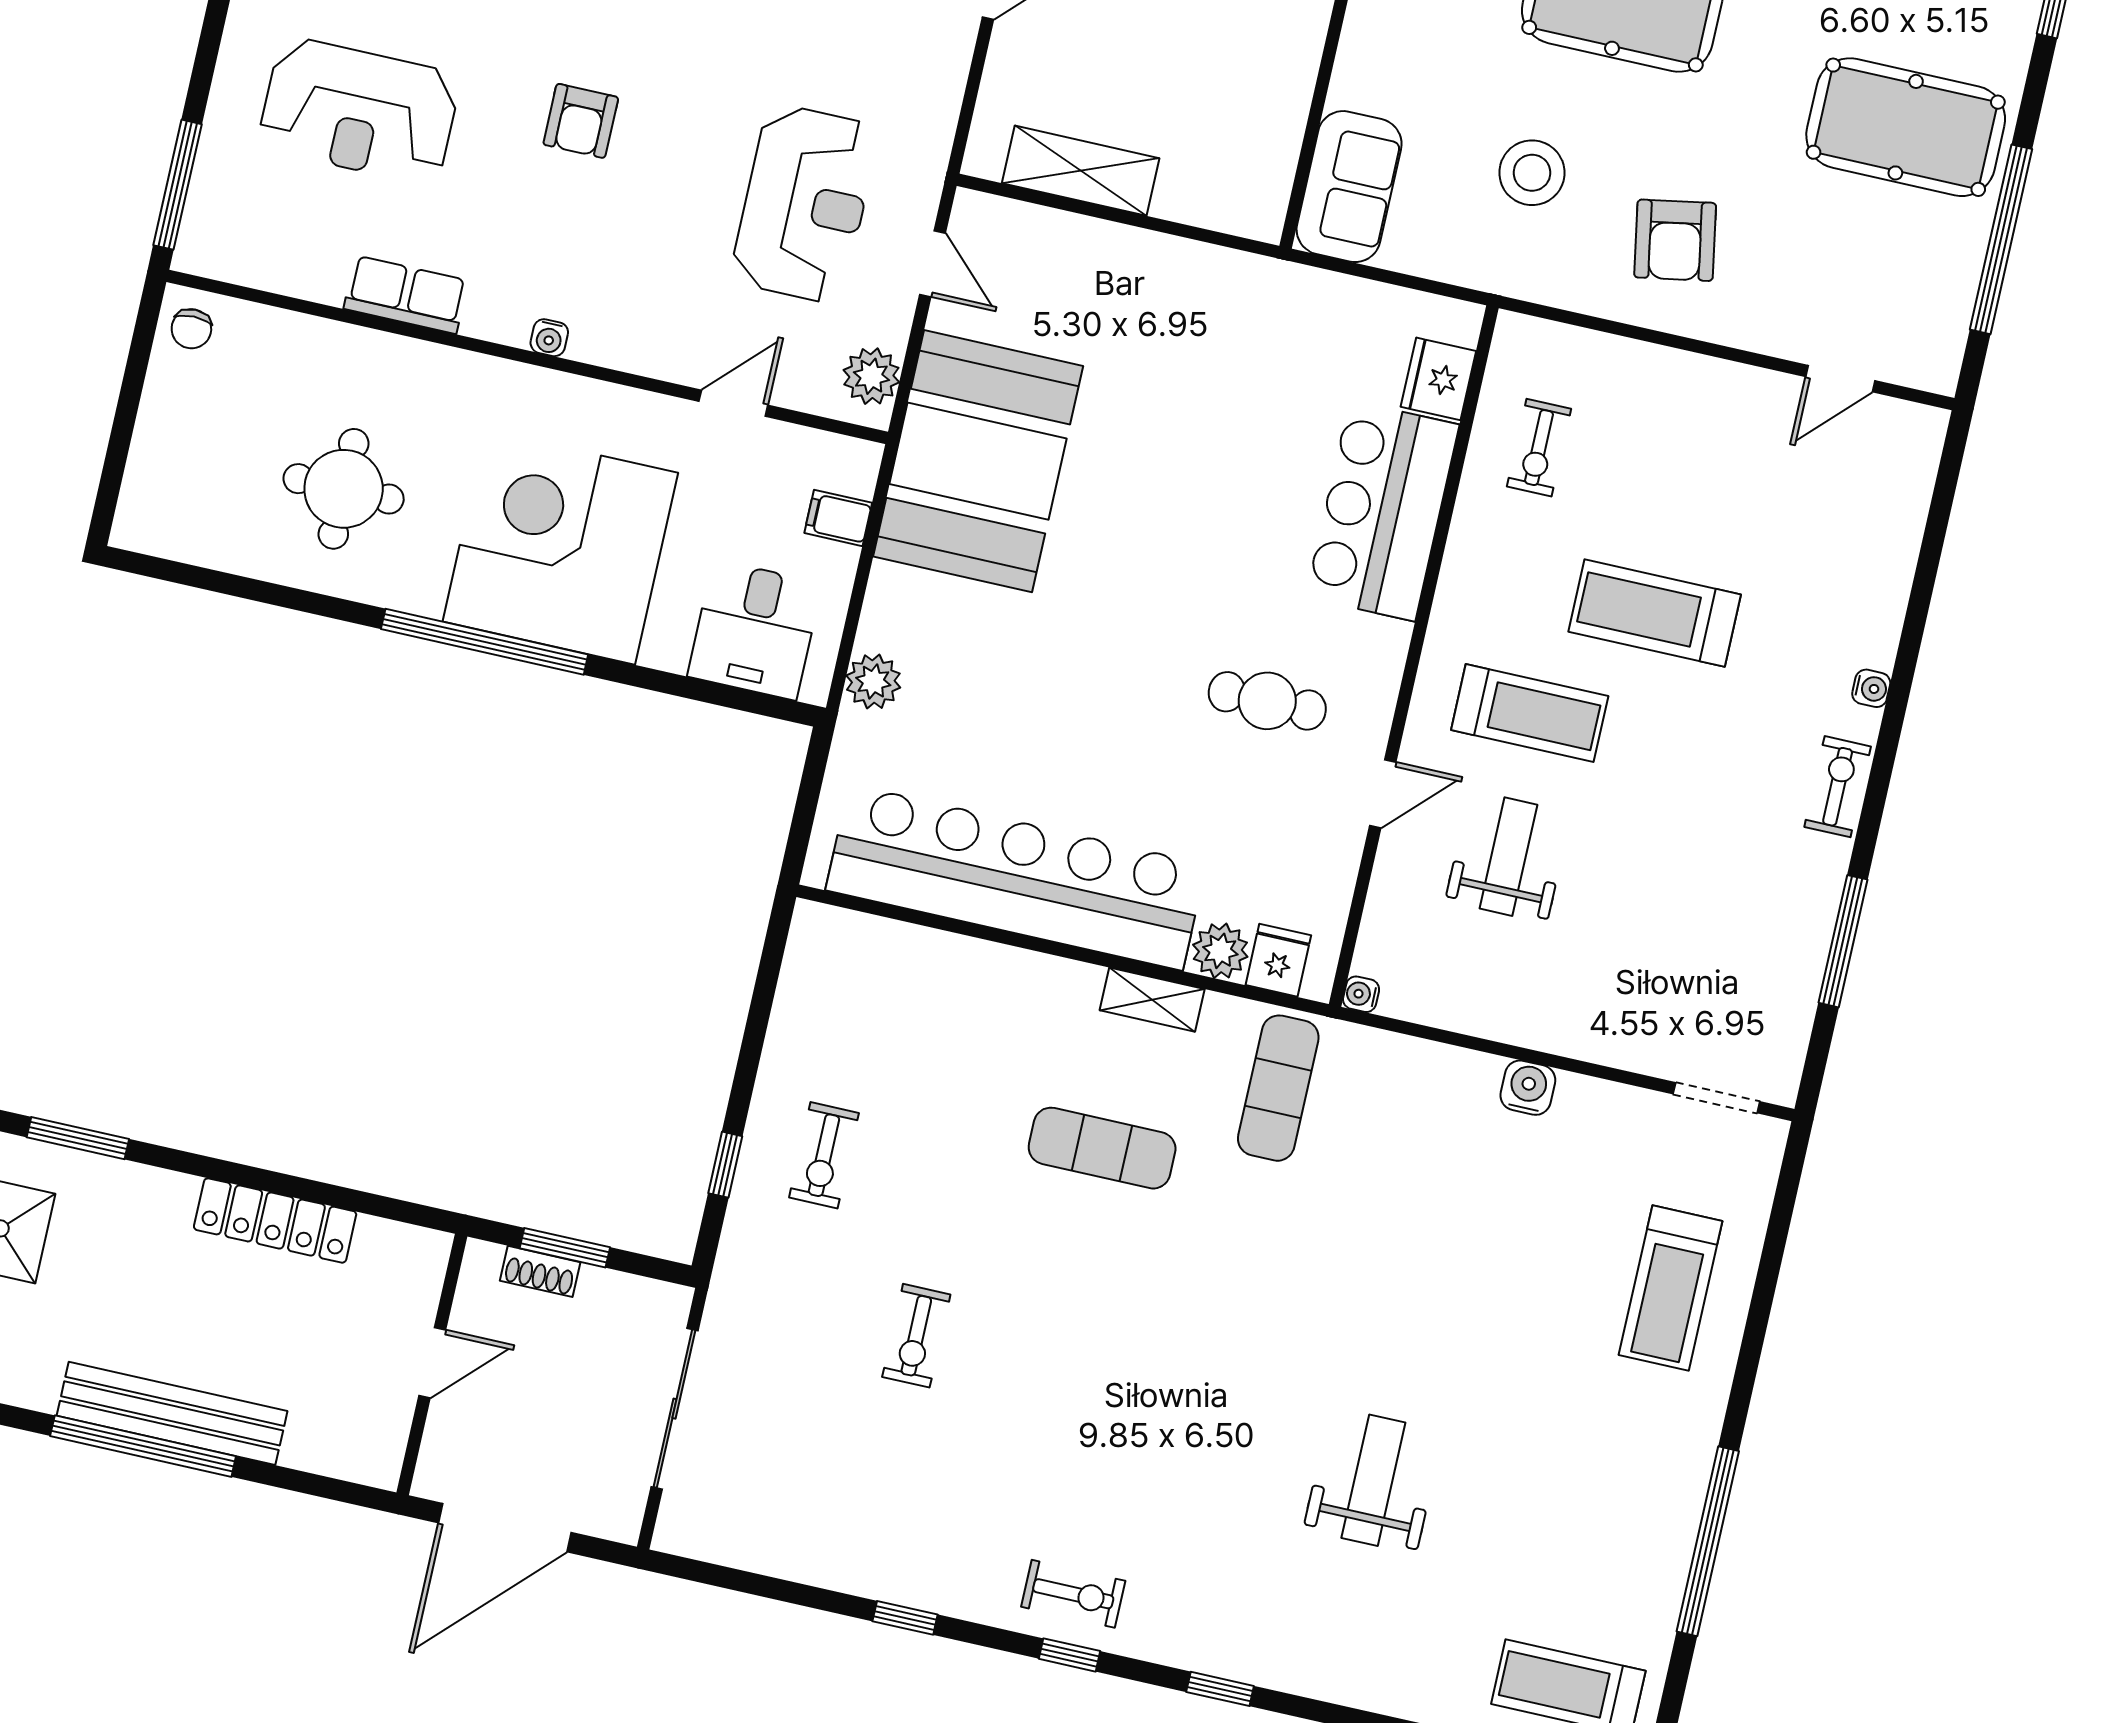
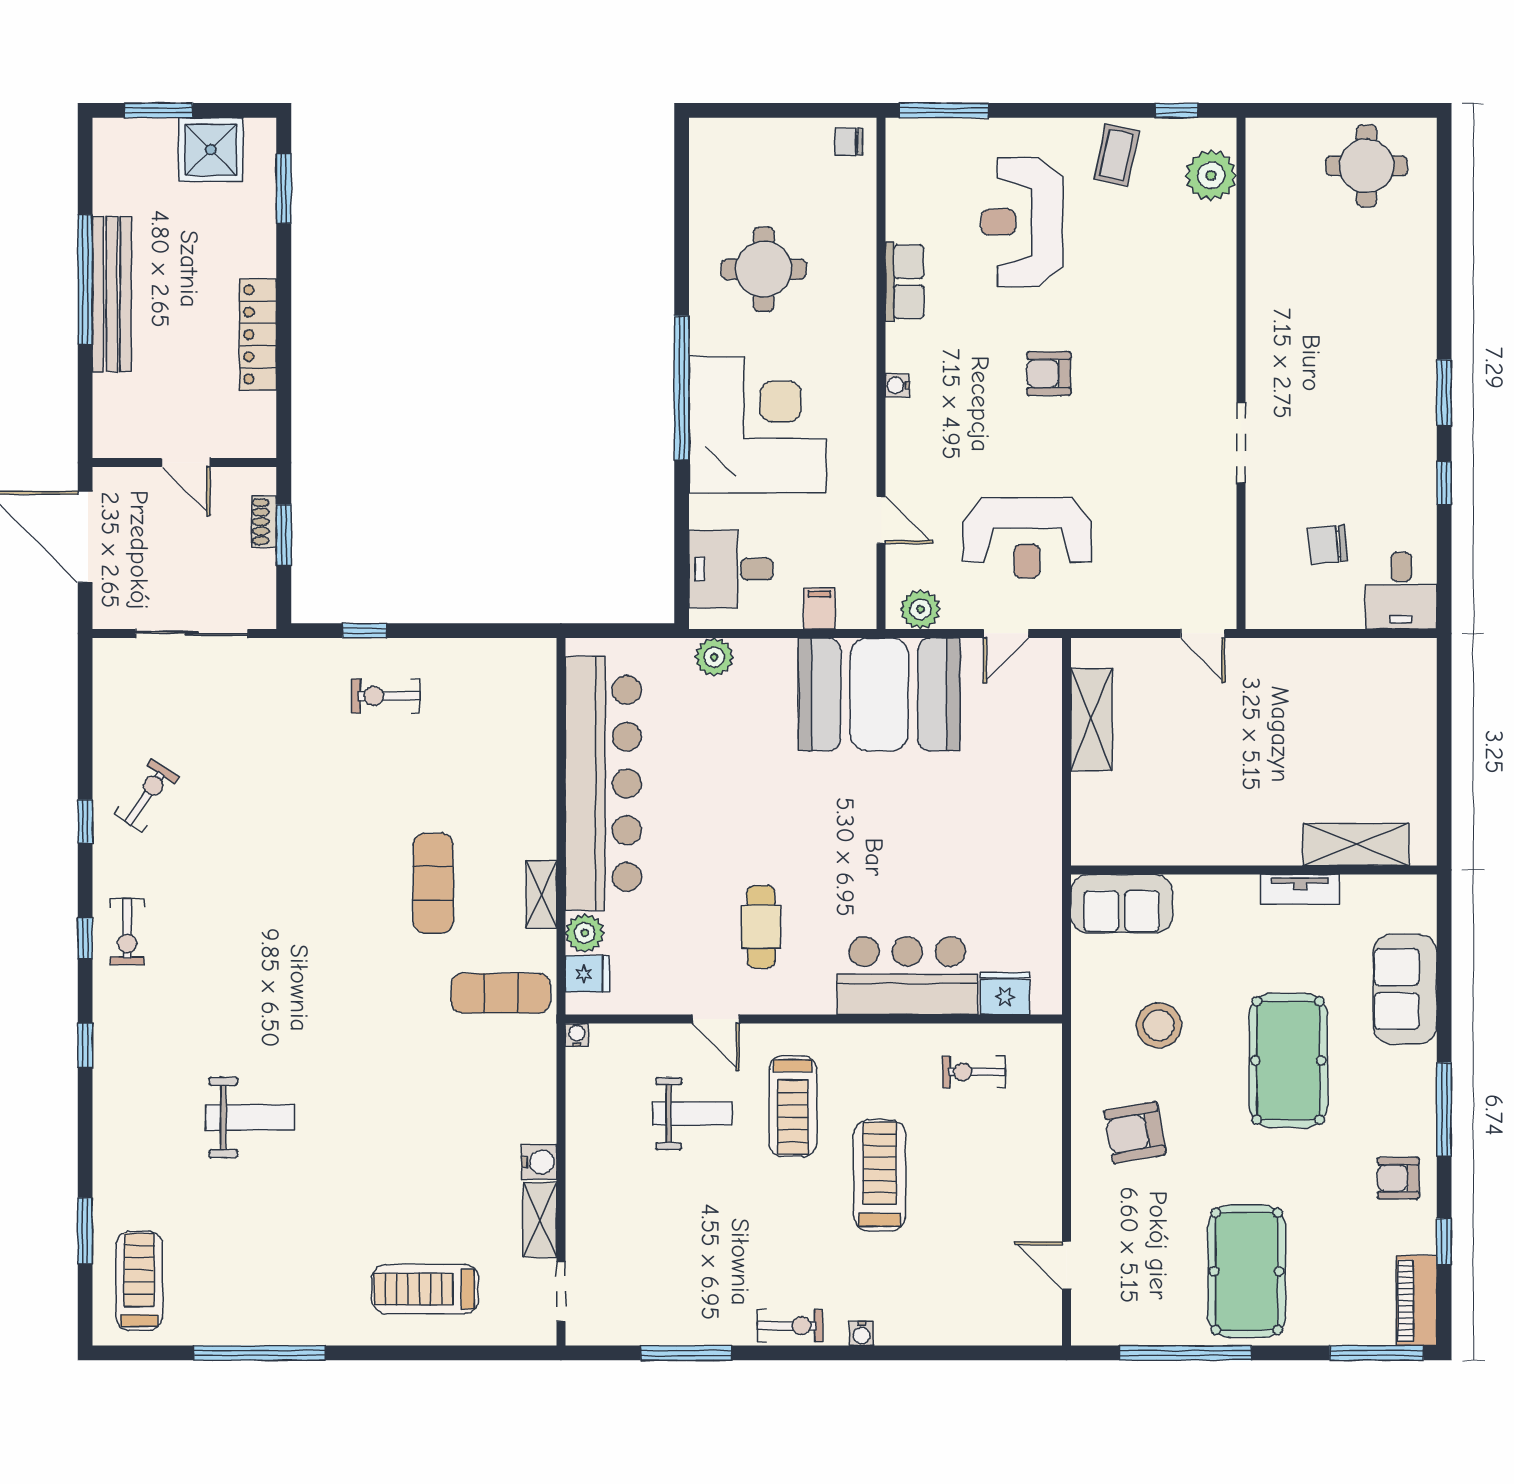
shelving: (1609, 1105) -> (540, 1220), added
exercise bike: (916, 1336) -> (147, 796), moved, turned 124

